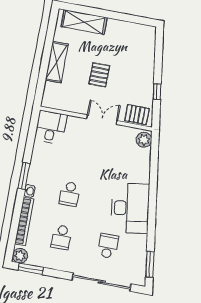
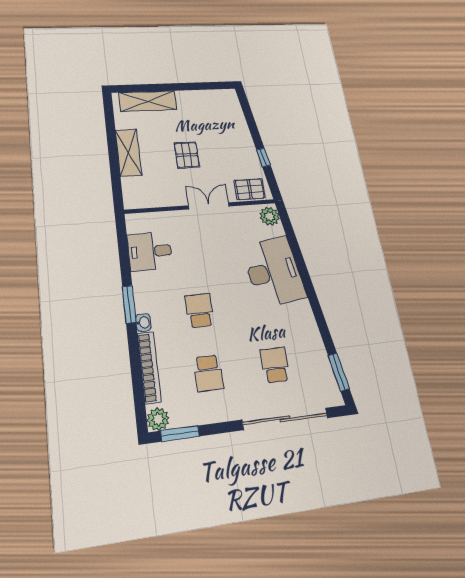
desk: (51, 127) -> (150, 251), moved, turned -90
school desk: (70, 194) -> (200, 310), turned 180
desk: (130, 208) -> (274, 272), moved

